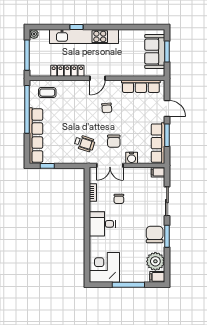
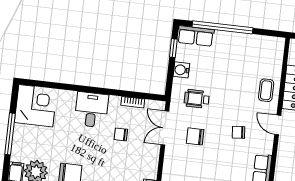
coffee table: (47, 93) -> (266, 90), moved
window: (27, 109) -> (222, 27), moved
row of seats: (36, 136) -> (196, 36), width x0.50
wheelchair: (85, 143) -> (197, 99), turned 72
water cooler: (132, 158) -> (181, 70), moved

